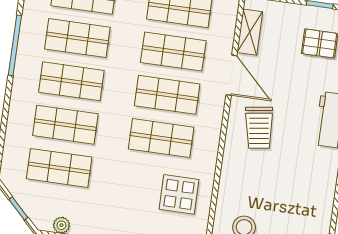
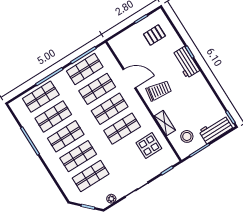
shelving: (250, 32) -> (165, 123), moved
trolley: (259, 128) -> (159, 91), turned -73

